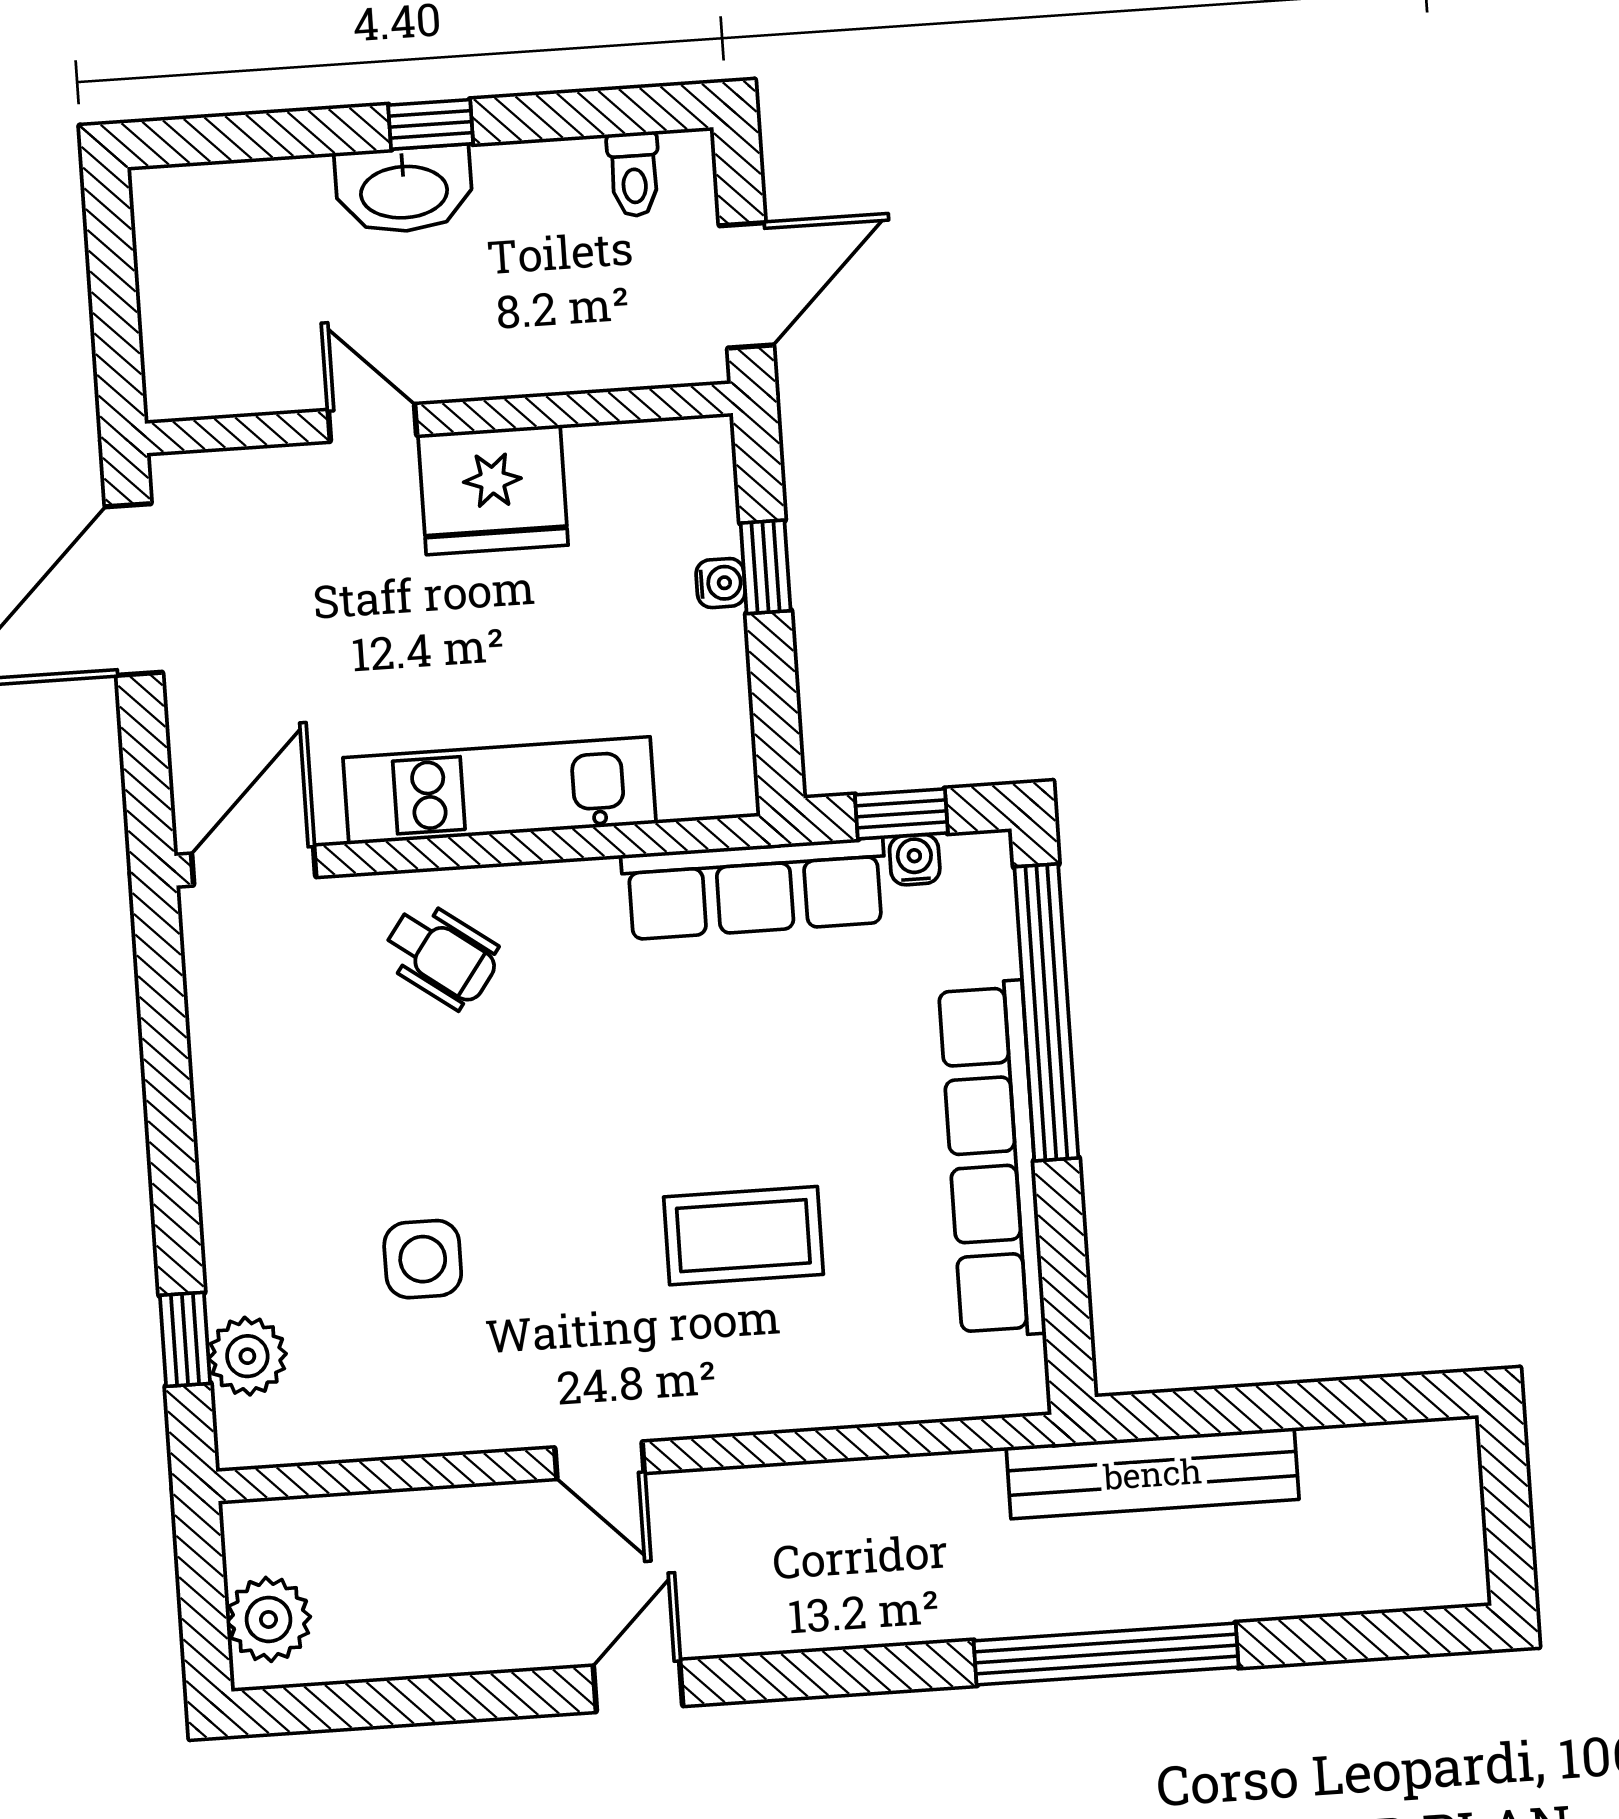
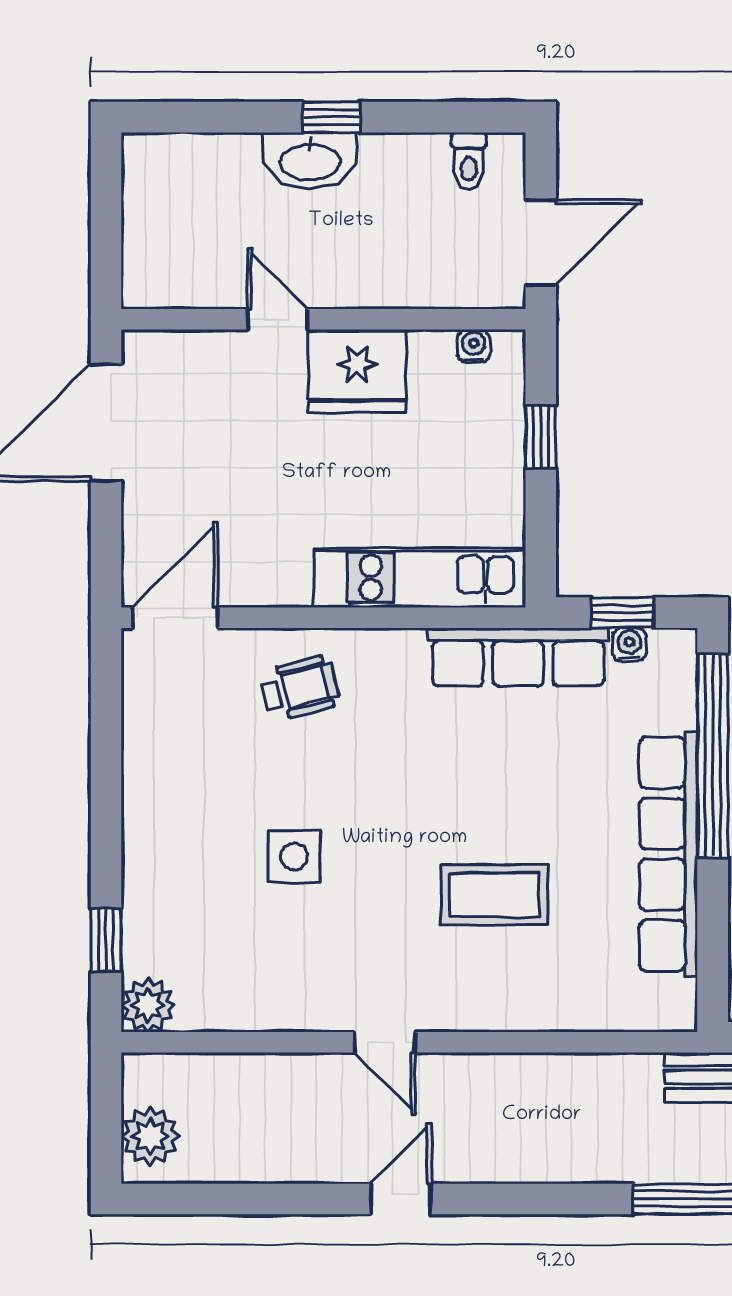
water cooler: (721, 583) -> (474, 346), moved, turned -90
kitchen unit: (500, 790) -> (420, 578), moved
wheelchair: (441, 955) -> (300, 688), turned -50
side table: (423, 1259) -> (294, 856), moved
plant: (247, 1356) -> (148, 1005), moved

